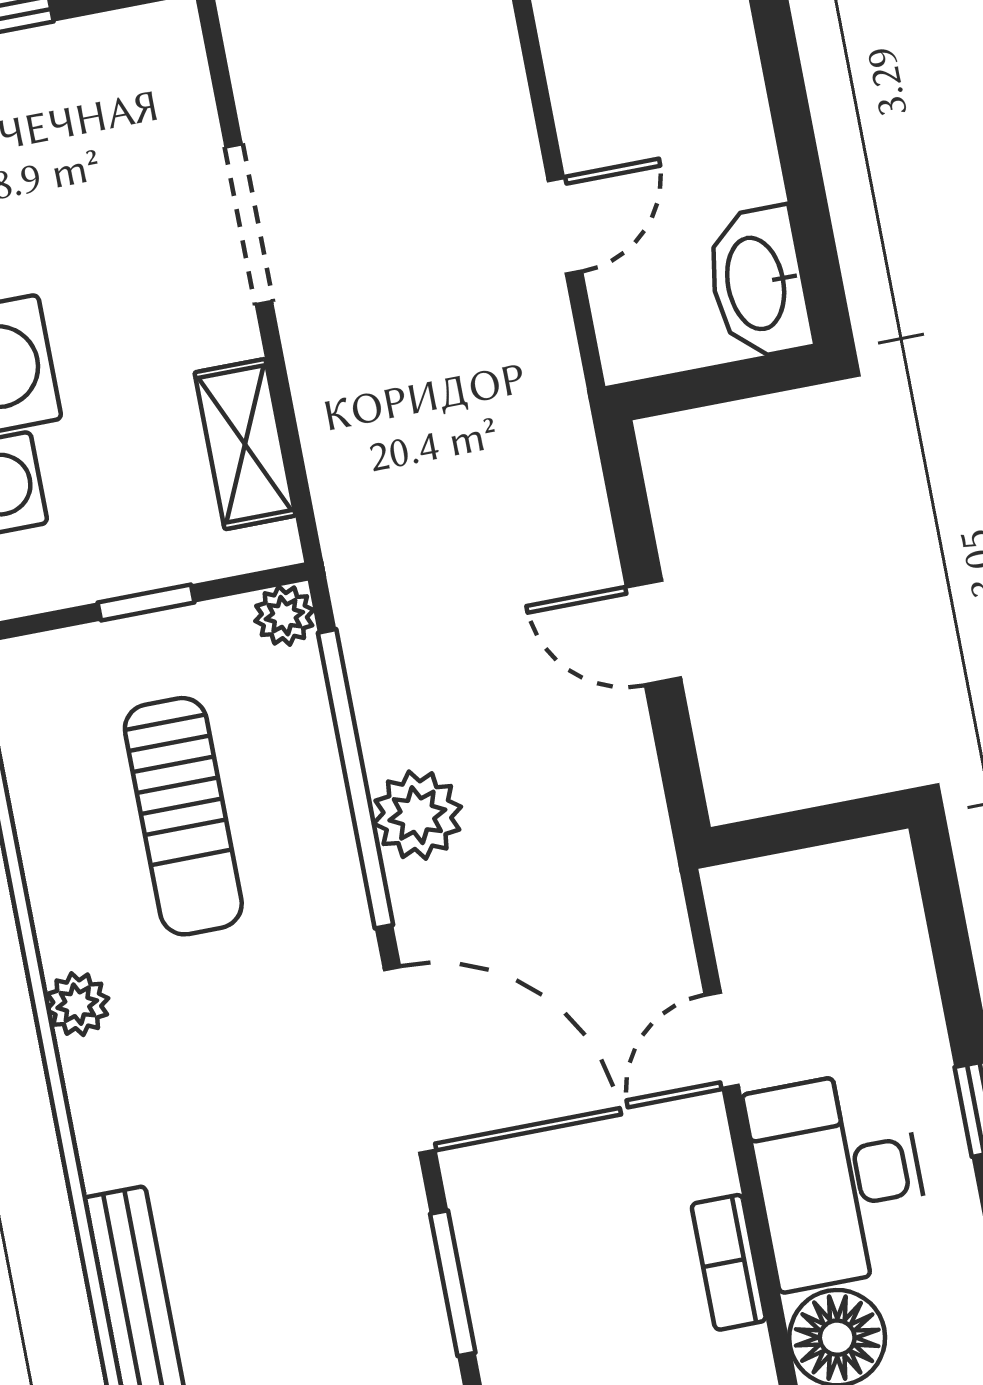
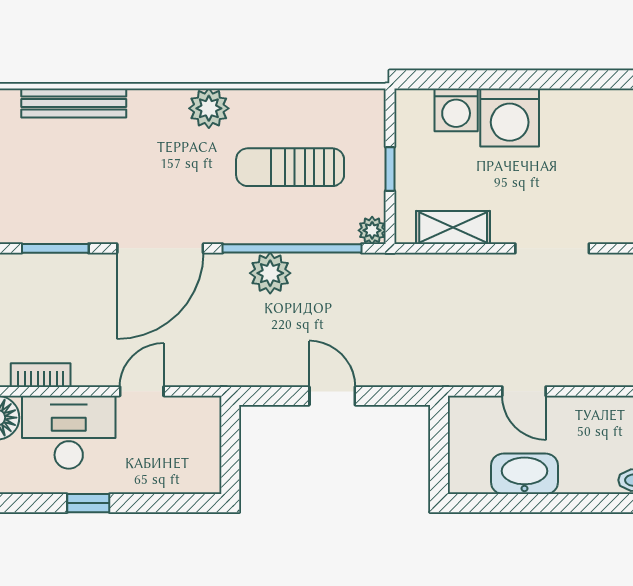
washbasin: (758, 283) -> (524, 474), moved
door: (654, 633) -> (332, 396), hinge flipped
plant: (77, 1004) -> (209, 108), width x1.38, depth x1.38
door: (722, 1040) -> (142, 391), hinge flipped

